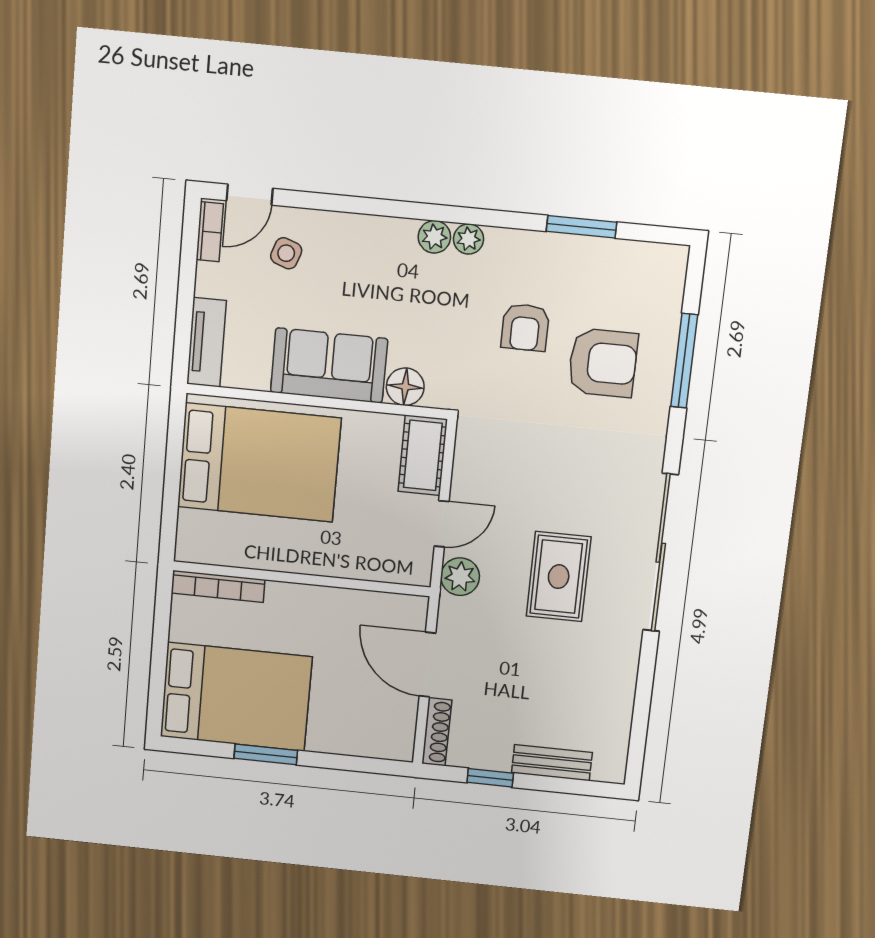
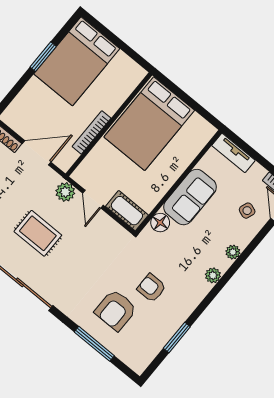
plant: (468, 239) -> (233, 252), moved
bed: (259, 462) -> (149, 124), moved
bookcase: (218, 586) -> (92, 132), moved

